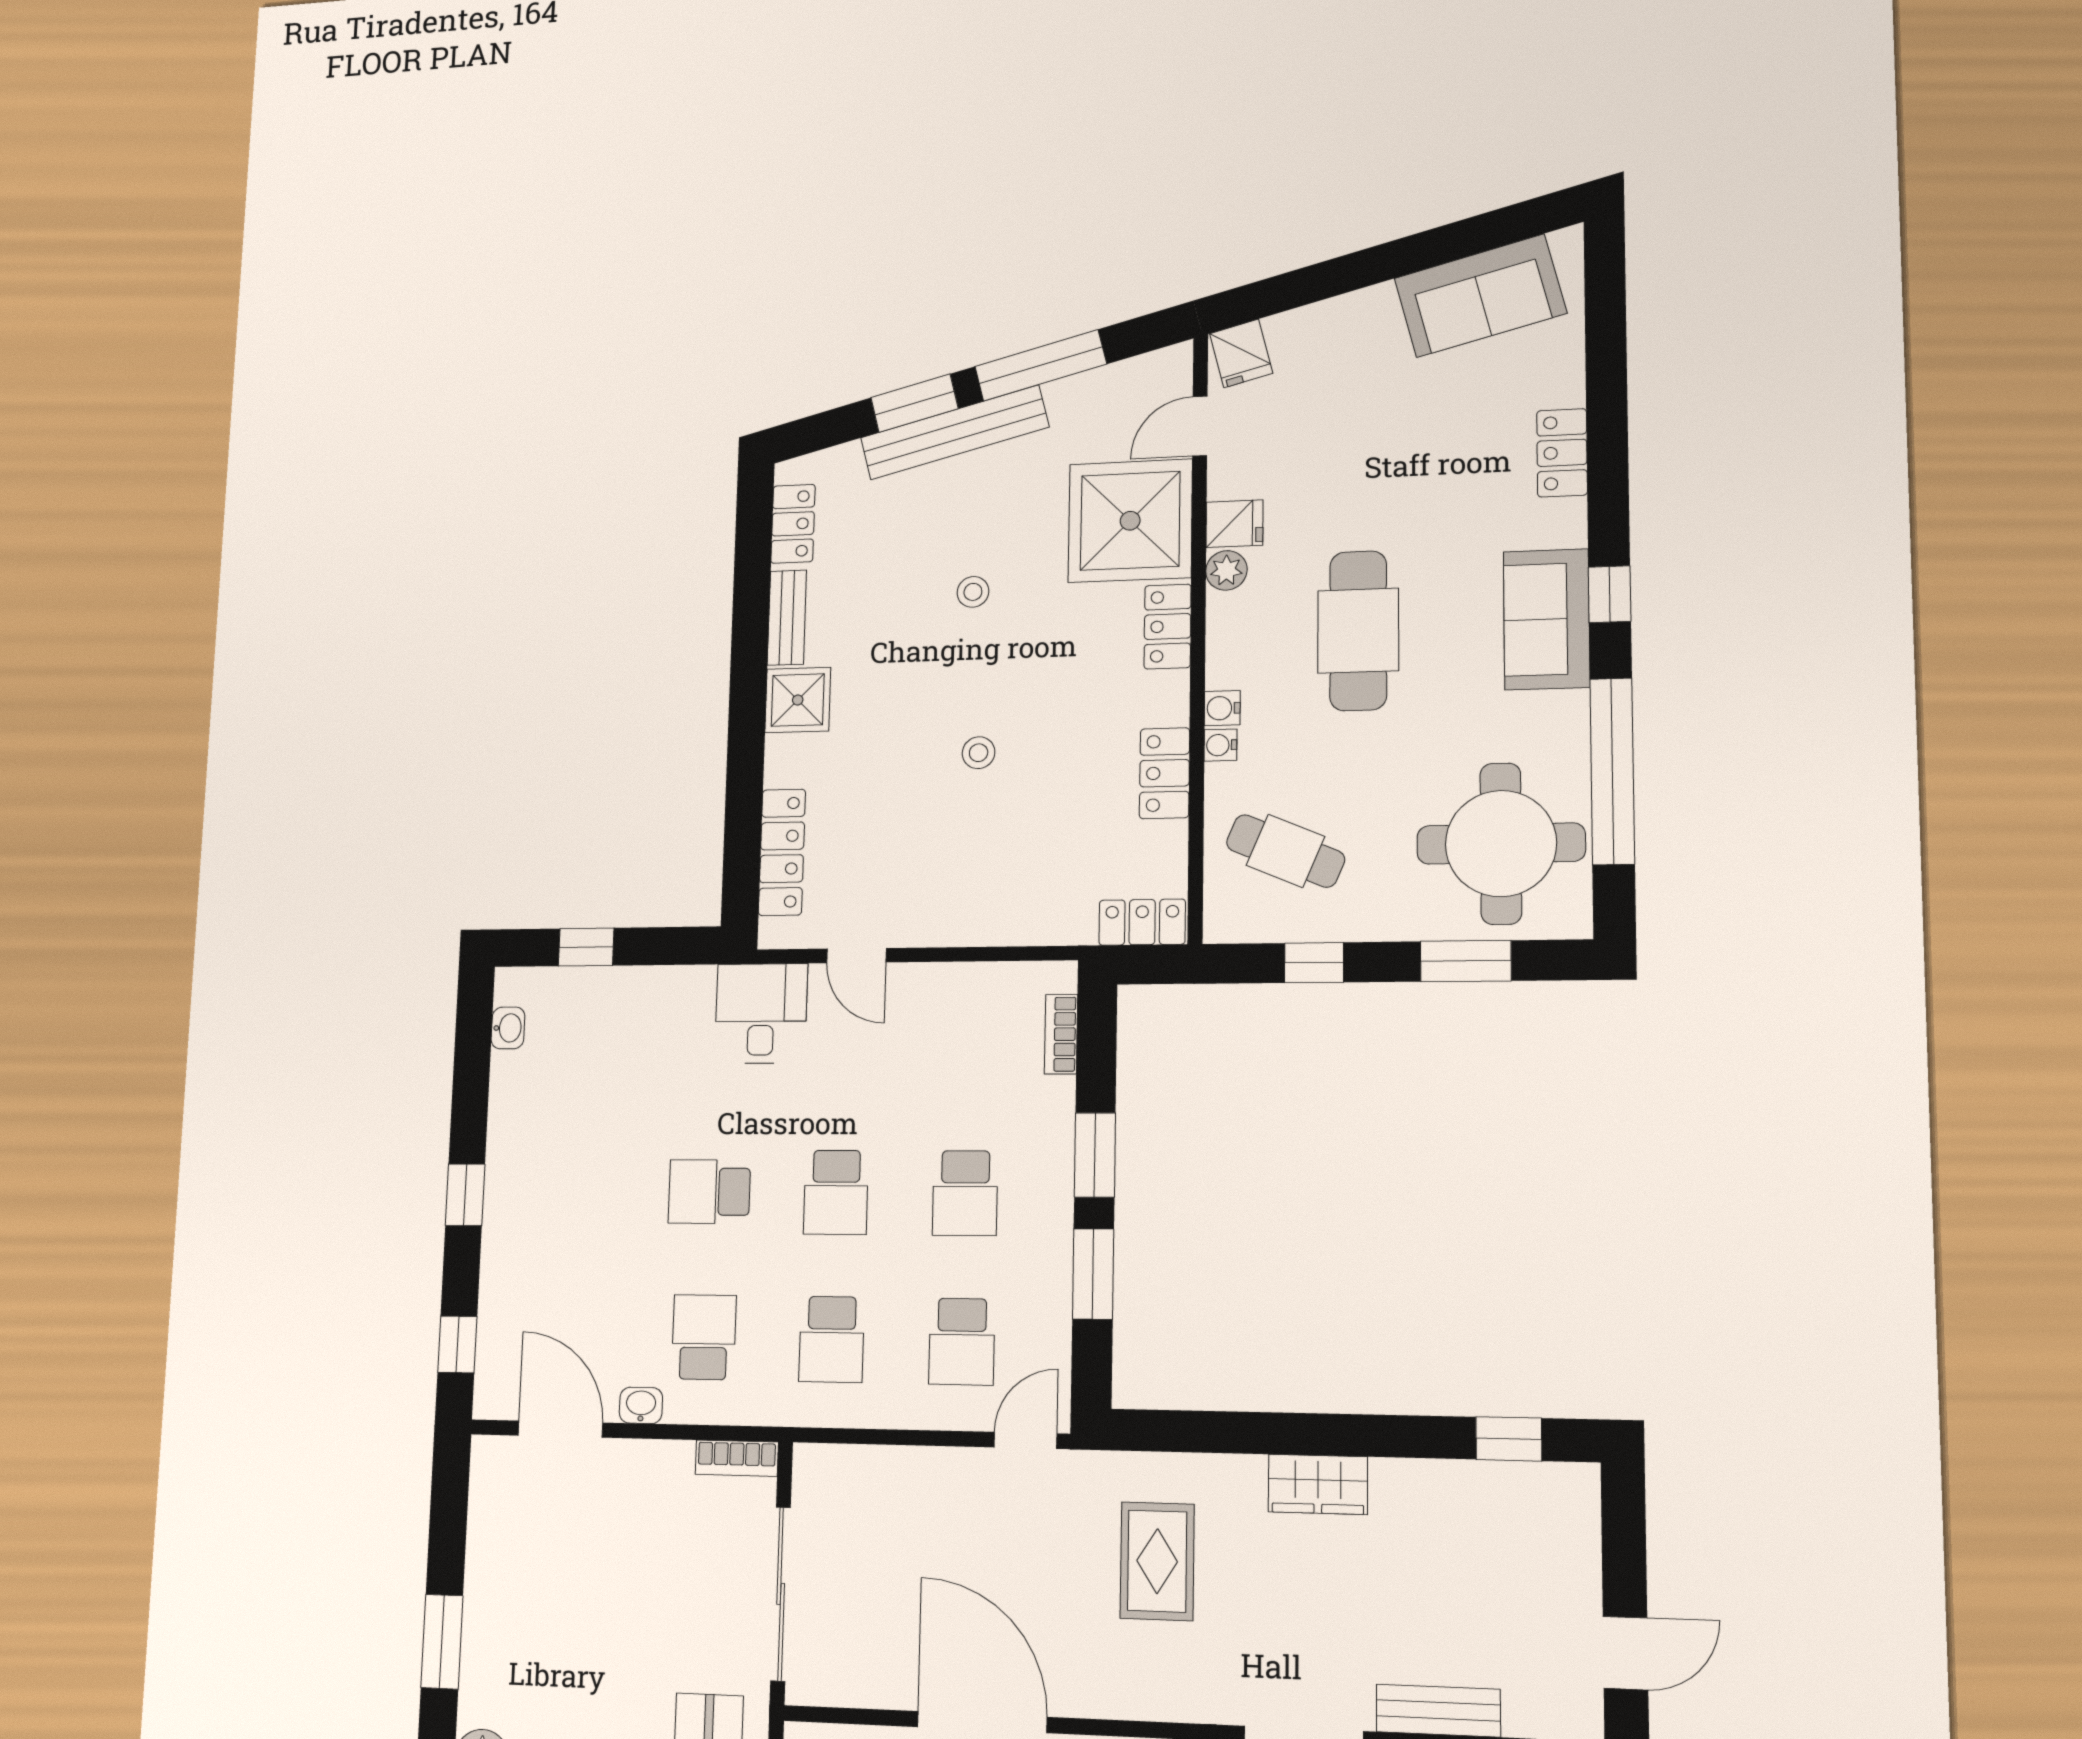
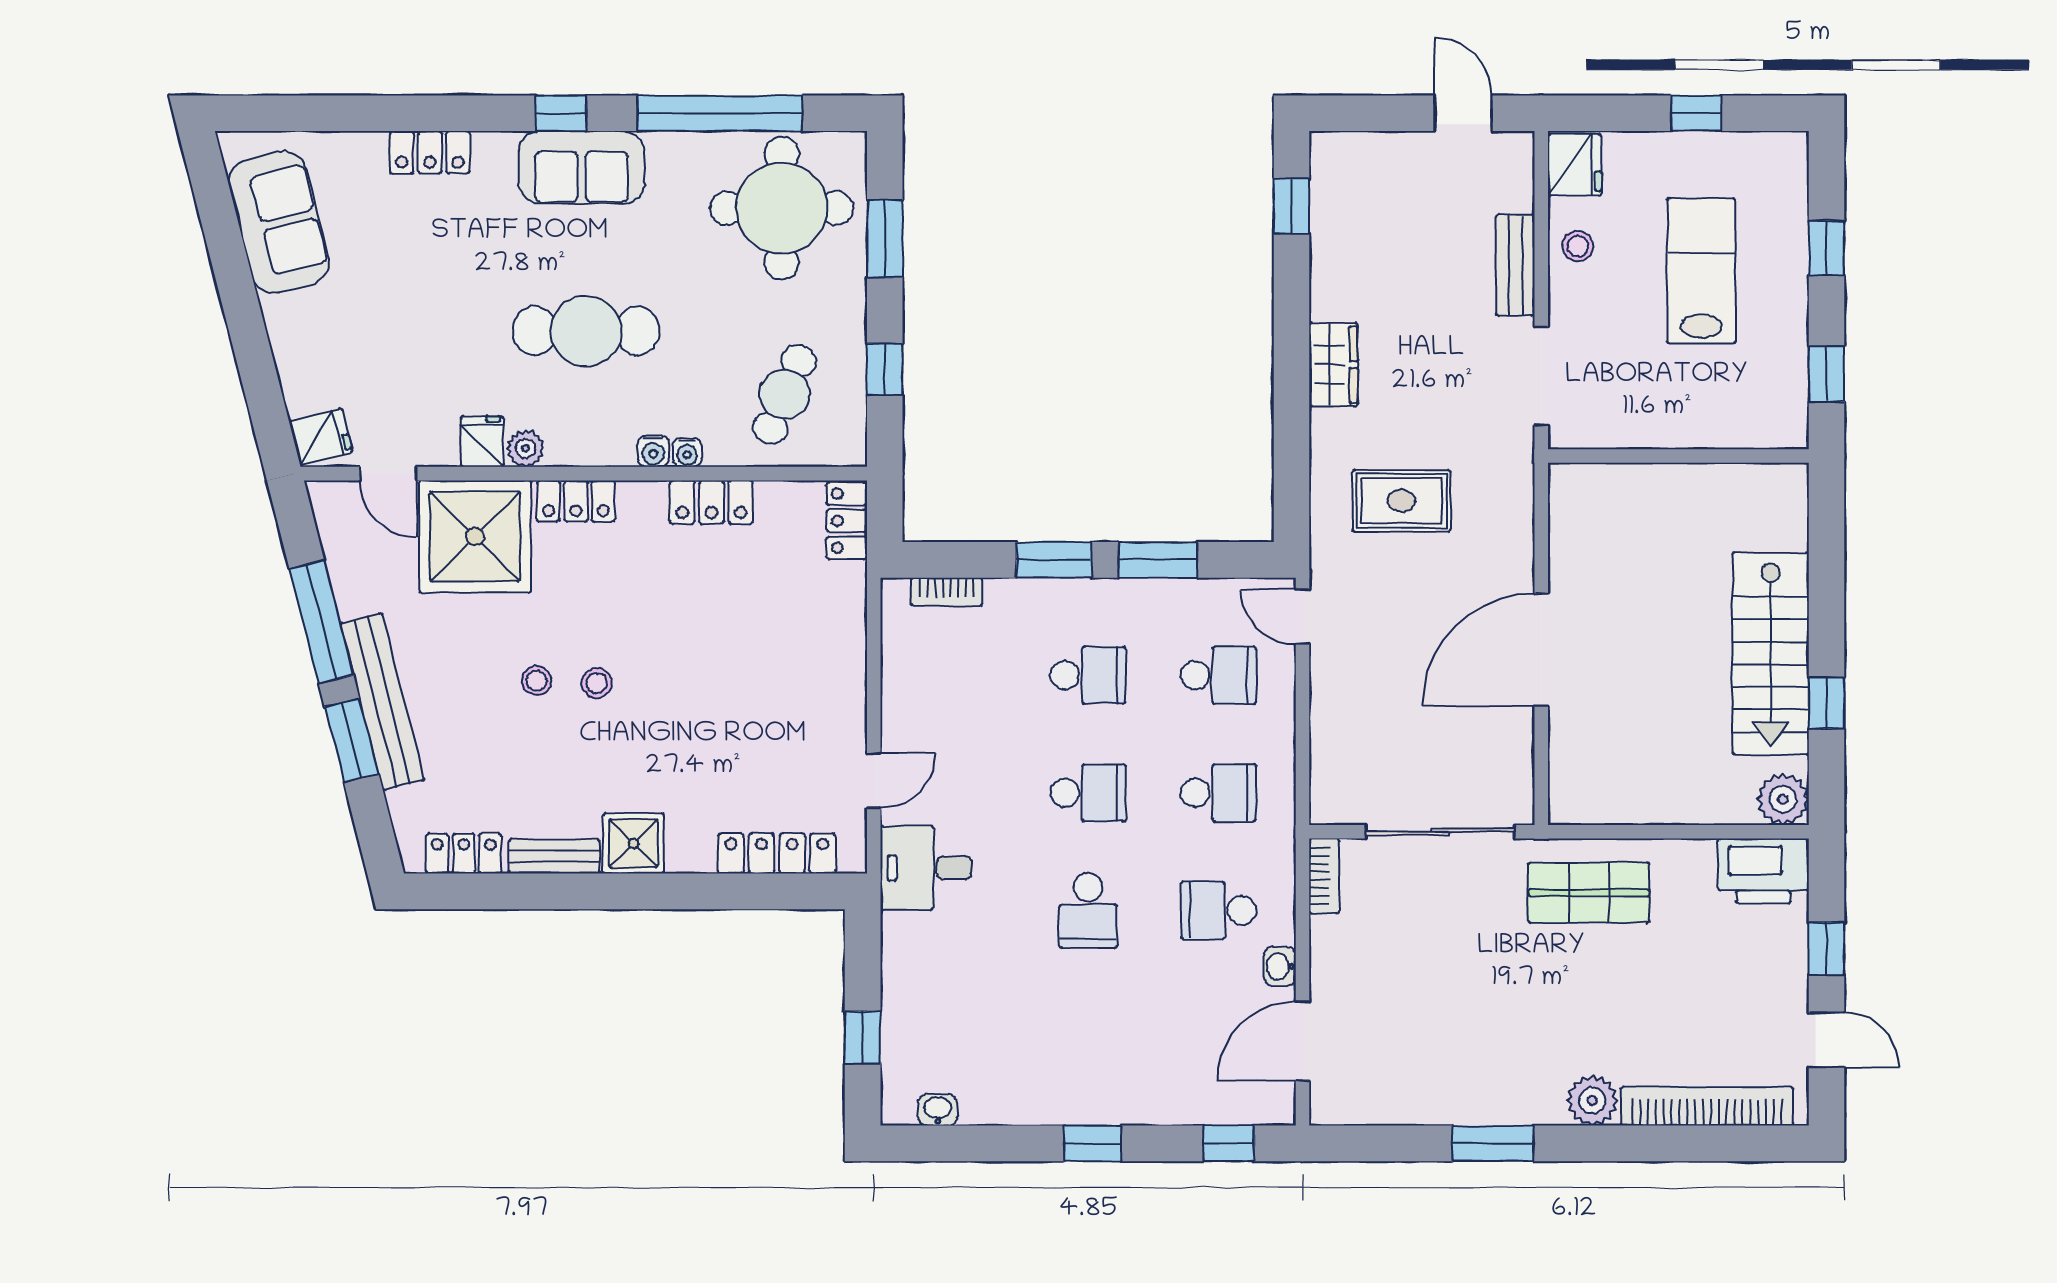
stool: (979, 753) -> (597, 683), moved

